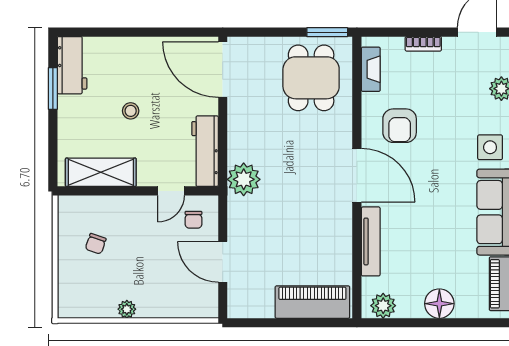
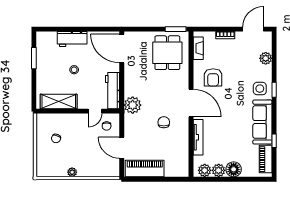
workbench: (72, 65) -> (72, 39), moved, turned 90
chair: (304, 213) -> (164, 122), added
piano: (312, 302) -> (145, 169), moved
plant: (410, 306) -> (219, 170), added

